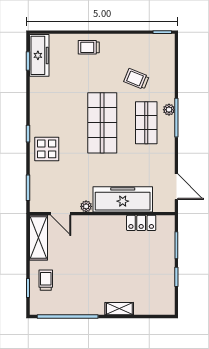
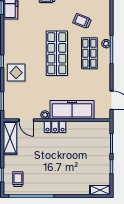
locker: (141, 223) -> (55, 127), moved
trolley: (46, 280) -> (18, 179), moved
shelving: (119, 309) -> (100, 190), moved

